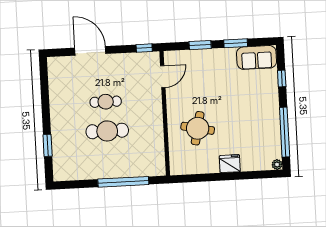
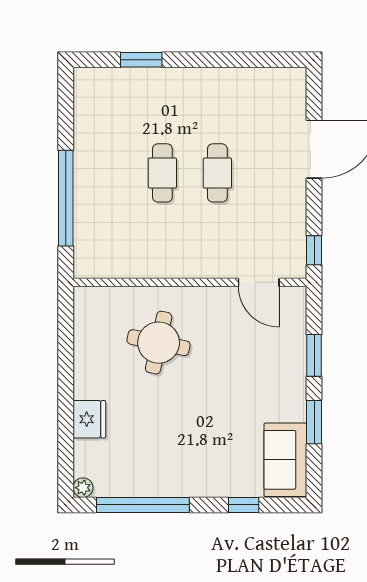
cafe table: (107, 131) -> (162, 173), width x0.73, depth x0.74
fridge: (230, 164) -> (89, 419), moved

